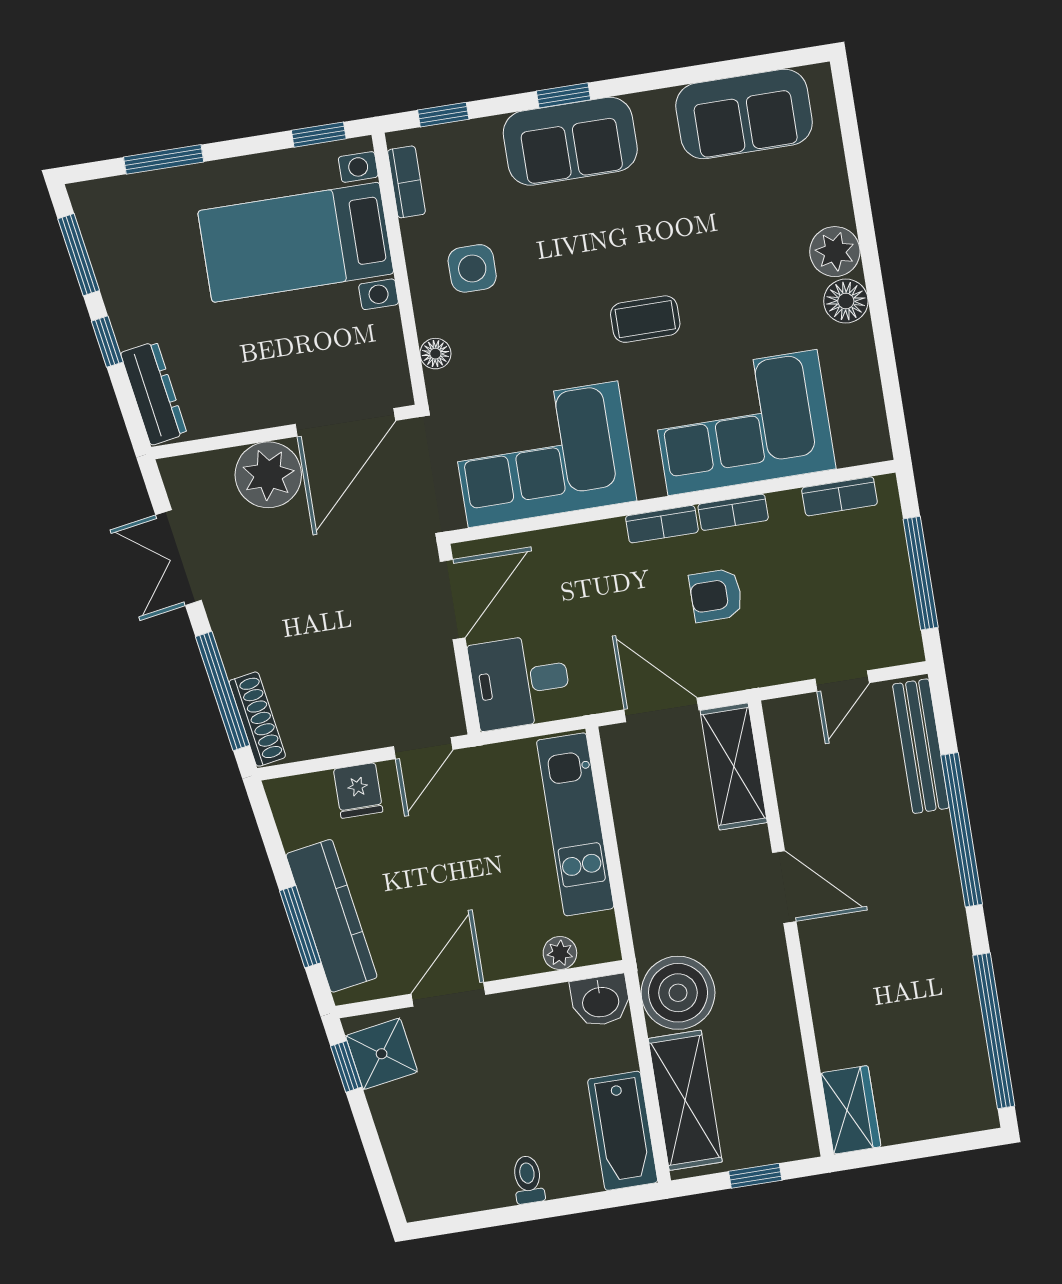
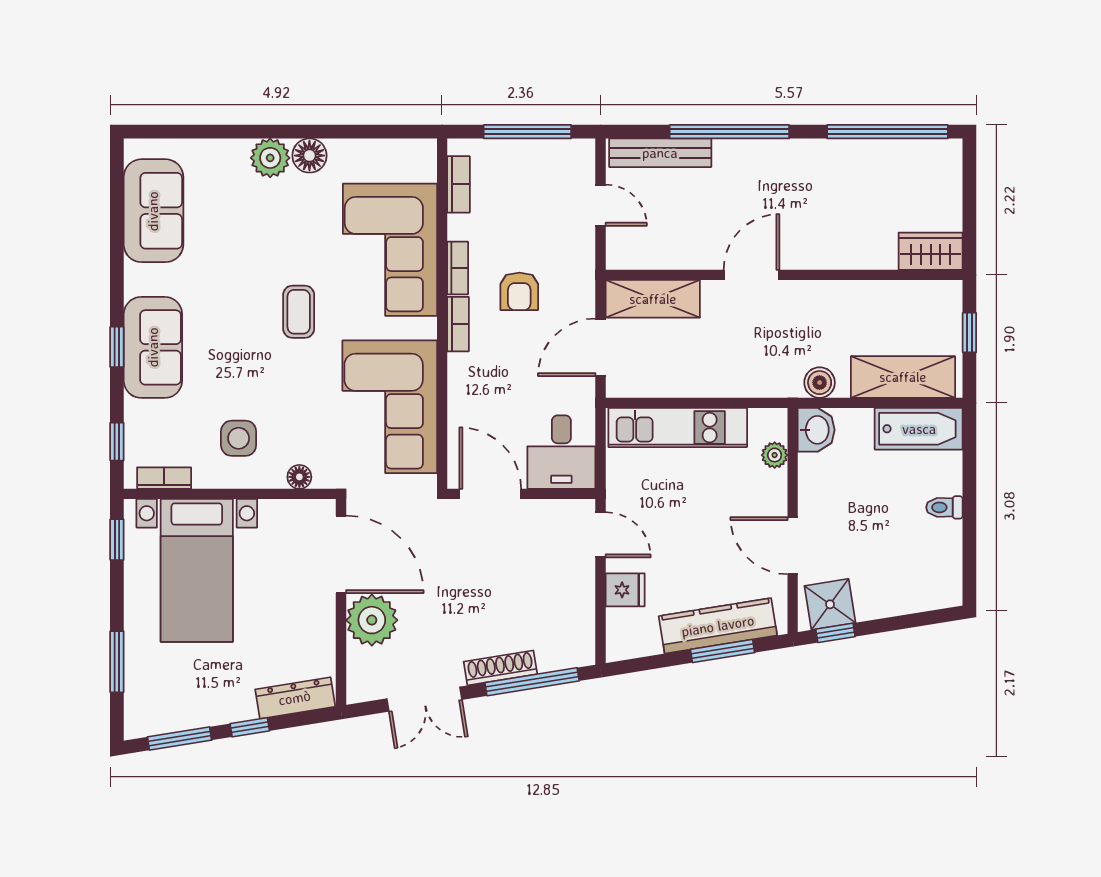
shoe rack: (257, 719) -> (500, 668), moved
boiler: (678, 993) -> (820, 383), width x0.54, depth x0.54

